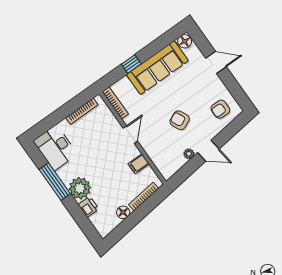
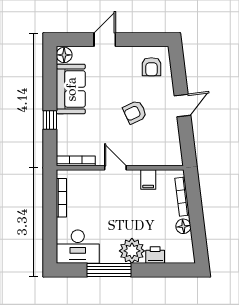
sofa: (157, 68) -> (71, 89), width x0.73
plant: (189, 154) -> (172, 126), removed

